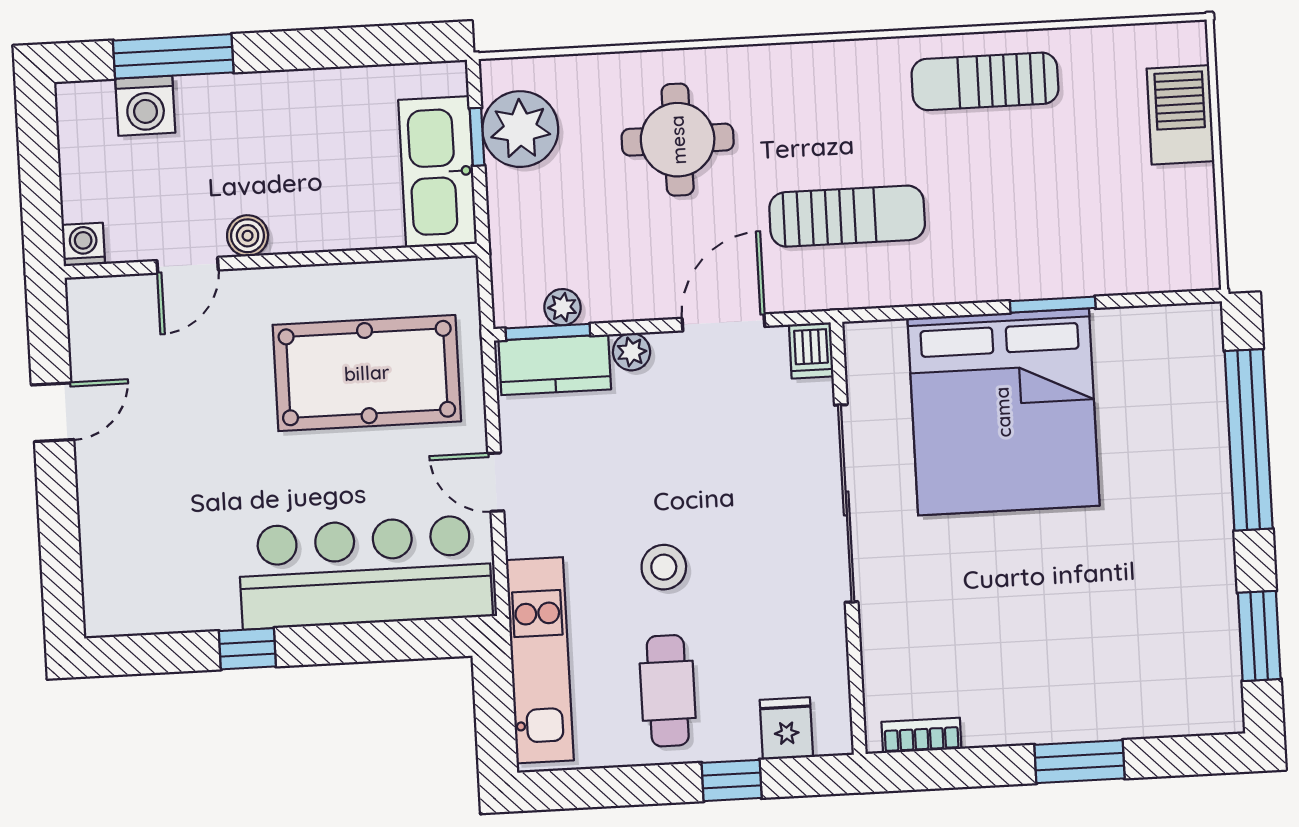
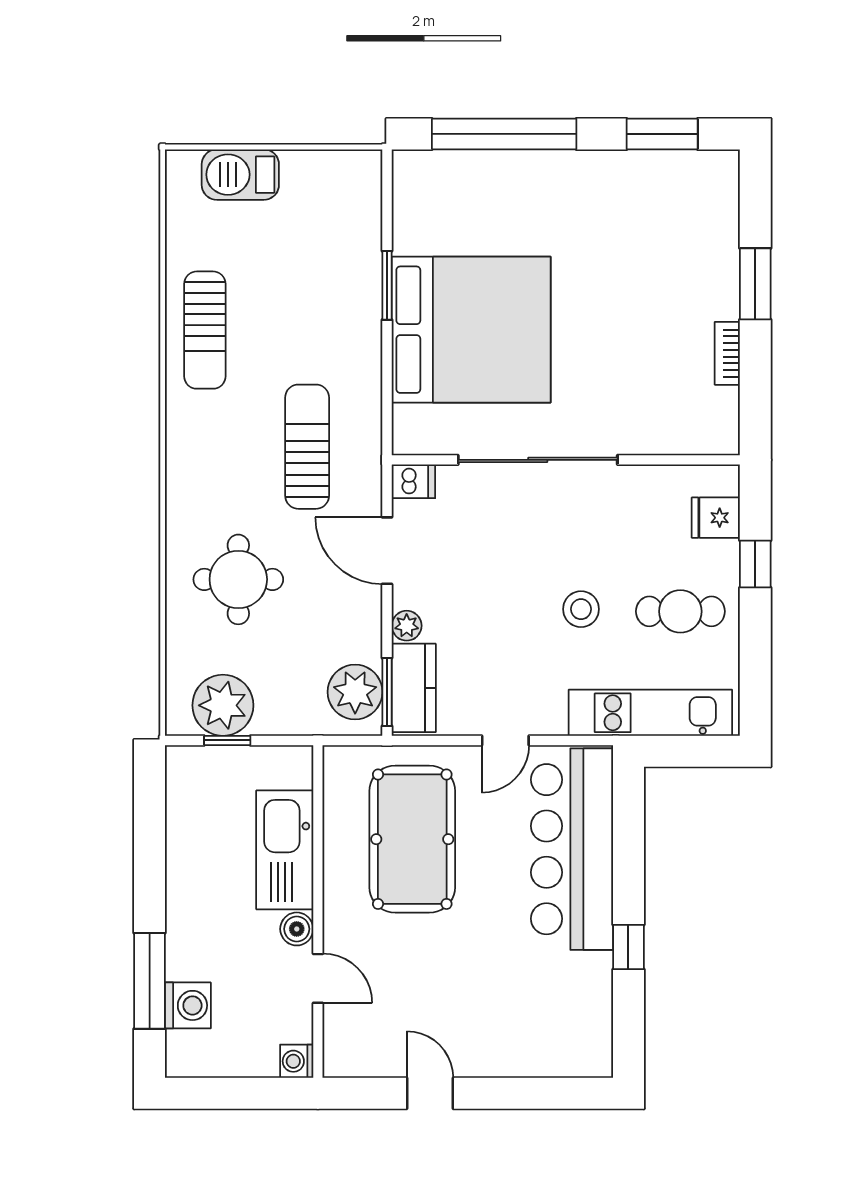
kitchen sink: (438, 172) -> (285, 850), moved, turned 90
plant: (562, 307) -> (355, 692), width x1.87, depth x1.87
bookcase: (921, 735) -> (727, 353), moved

